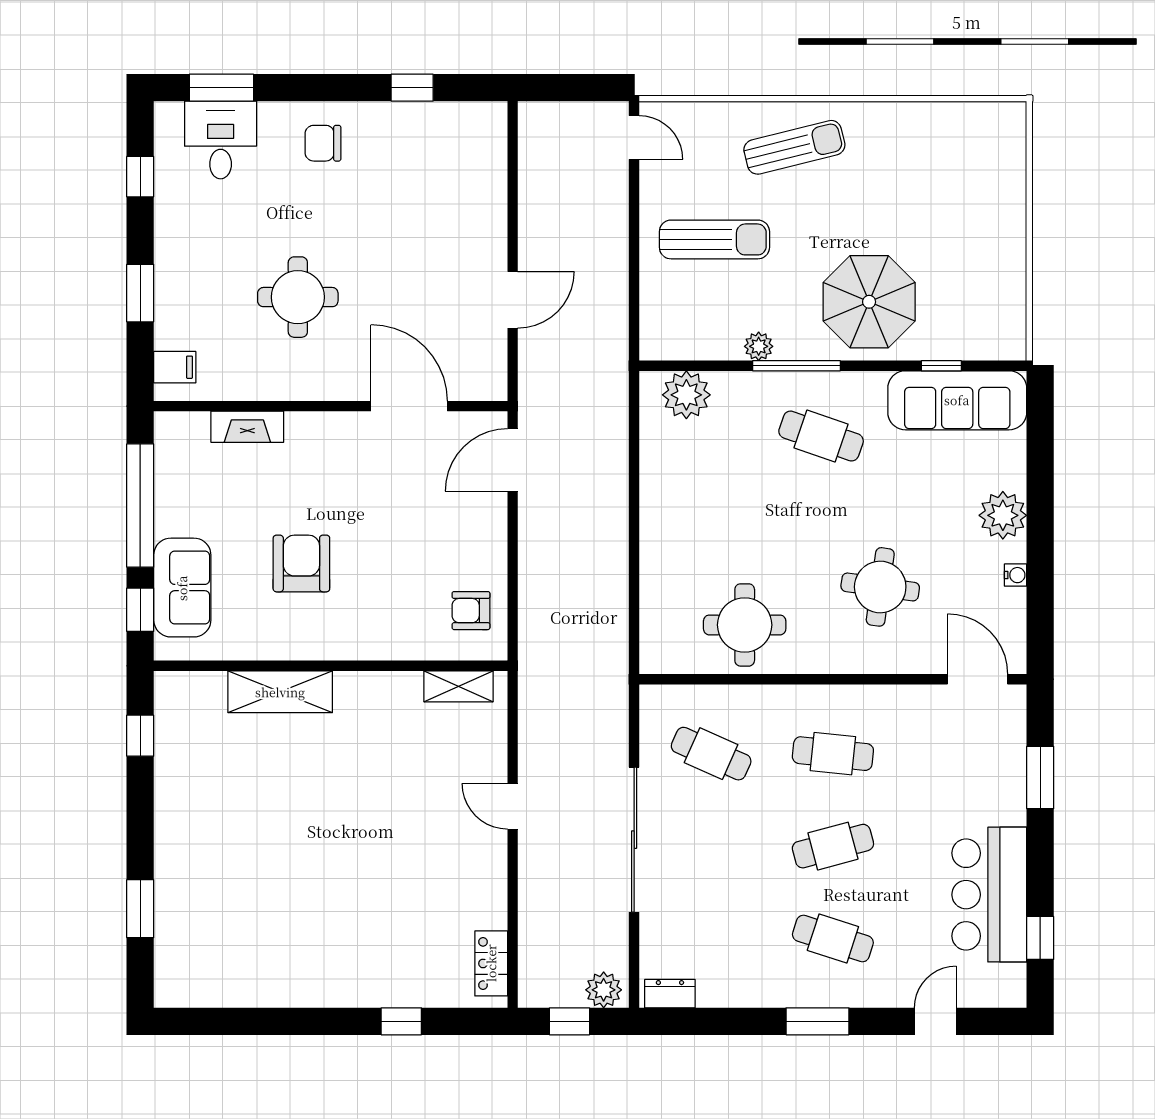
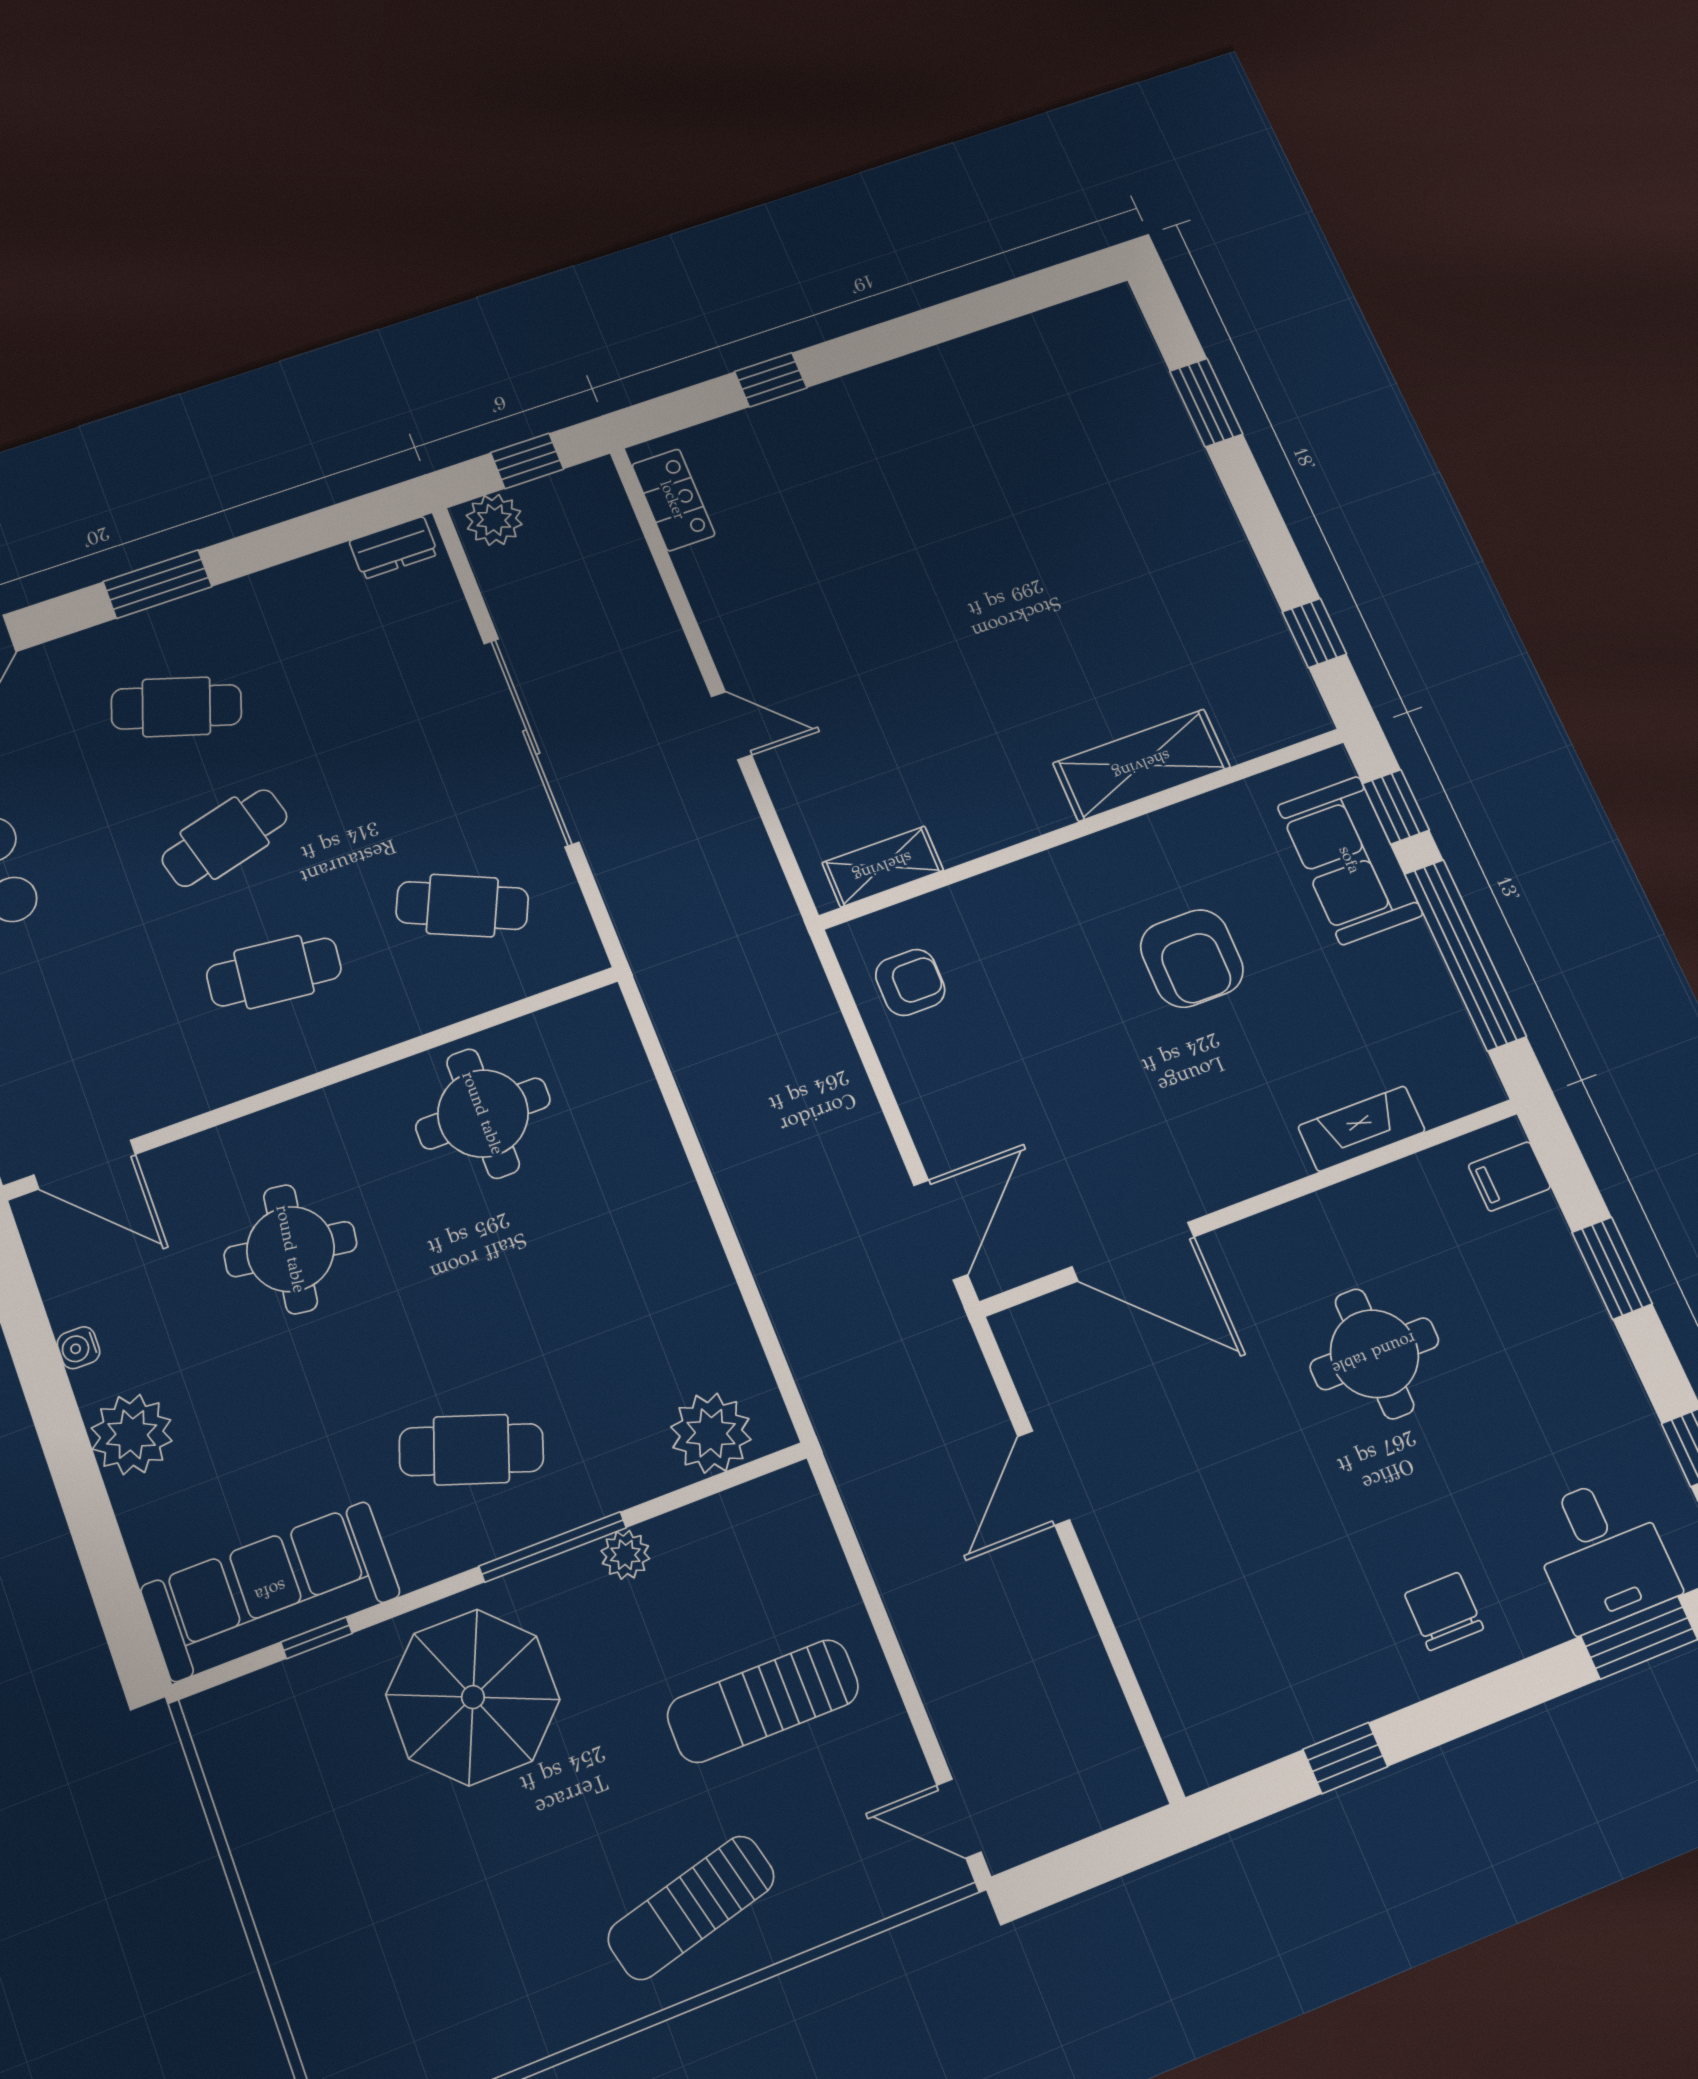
chair: (323, 143) -> (1444, 1611), turned -90

